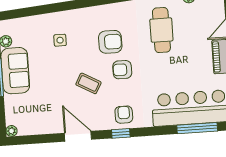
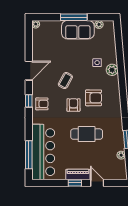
plant: (69, 18) -> (112, 70), added
cafe table: (161, 30) -> (87, 134), moved
armchair: (110, 42) -> (94, 98), turned -90

